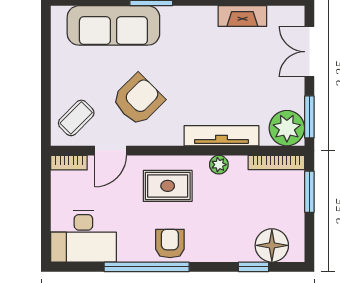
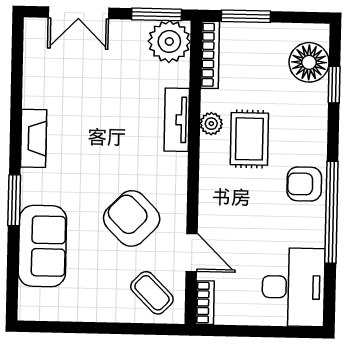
fireplace: (242, 16) -> (34, 138), moved
sofa: (113, 25) -> (42, 246), width x0.73
tv unit: (222, 136) -> (177, 120), width x0.71
rug: (168, 186) -> (249, 139), moved

